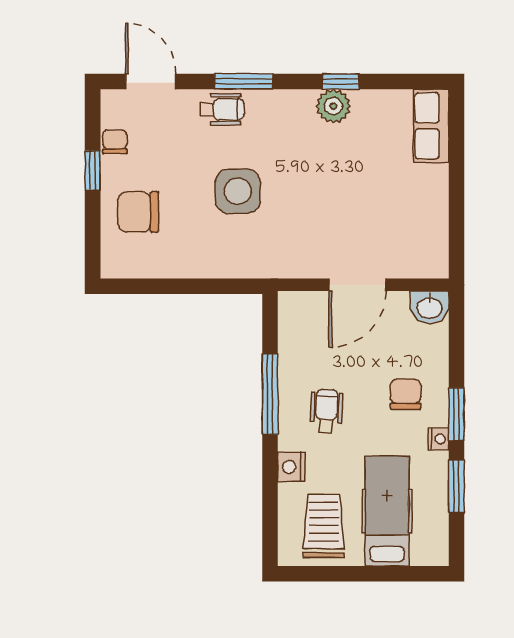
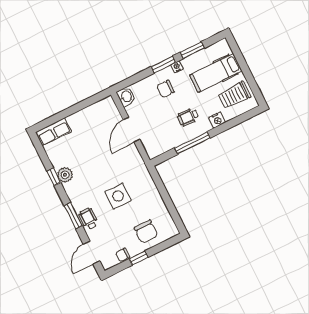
door: (357, 285) -> (132, 130), swing flipped

